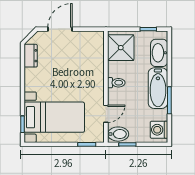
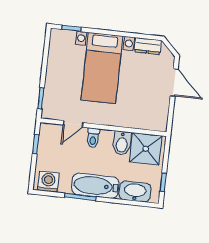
toilet: (116, 83) -> (93, 138), moved
door: (106, 114) -> (73, 124), hinge flipped
bed with nightstands: (54, 117) -> (102, 68), moved
bidet: (118, 134) -> (122, 143), moved

